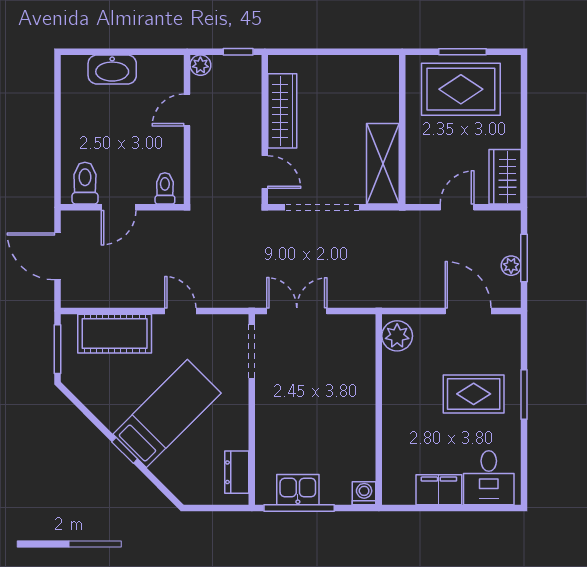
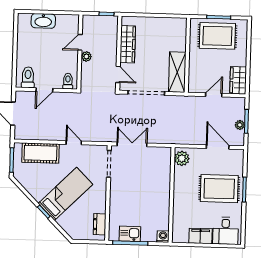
plant: (200, 65) -> (86, 56), moved
rug: (474, 394) -> (219, 189), width x1.36, depth x1.43

